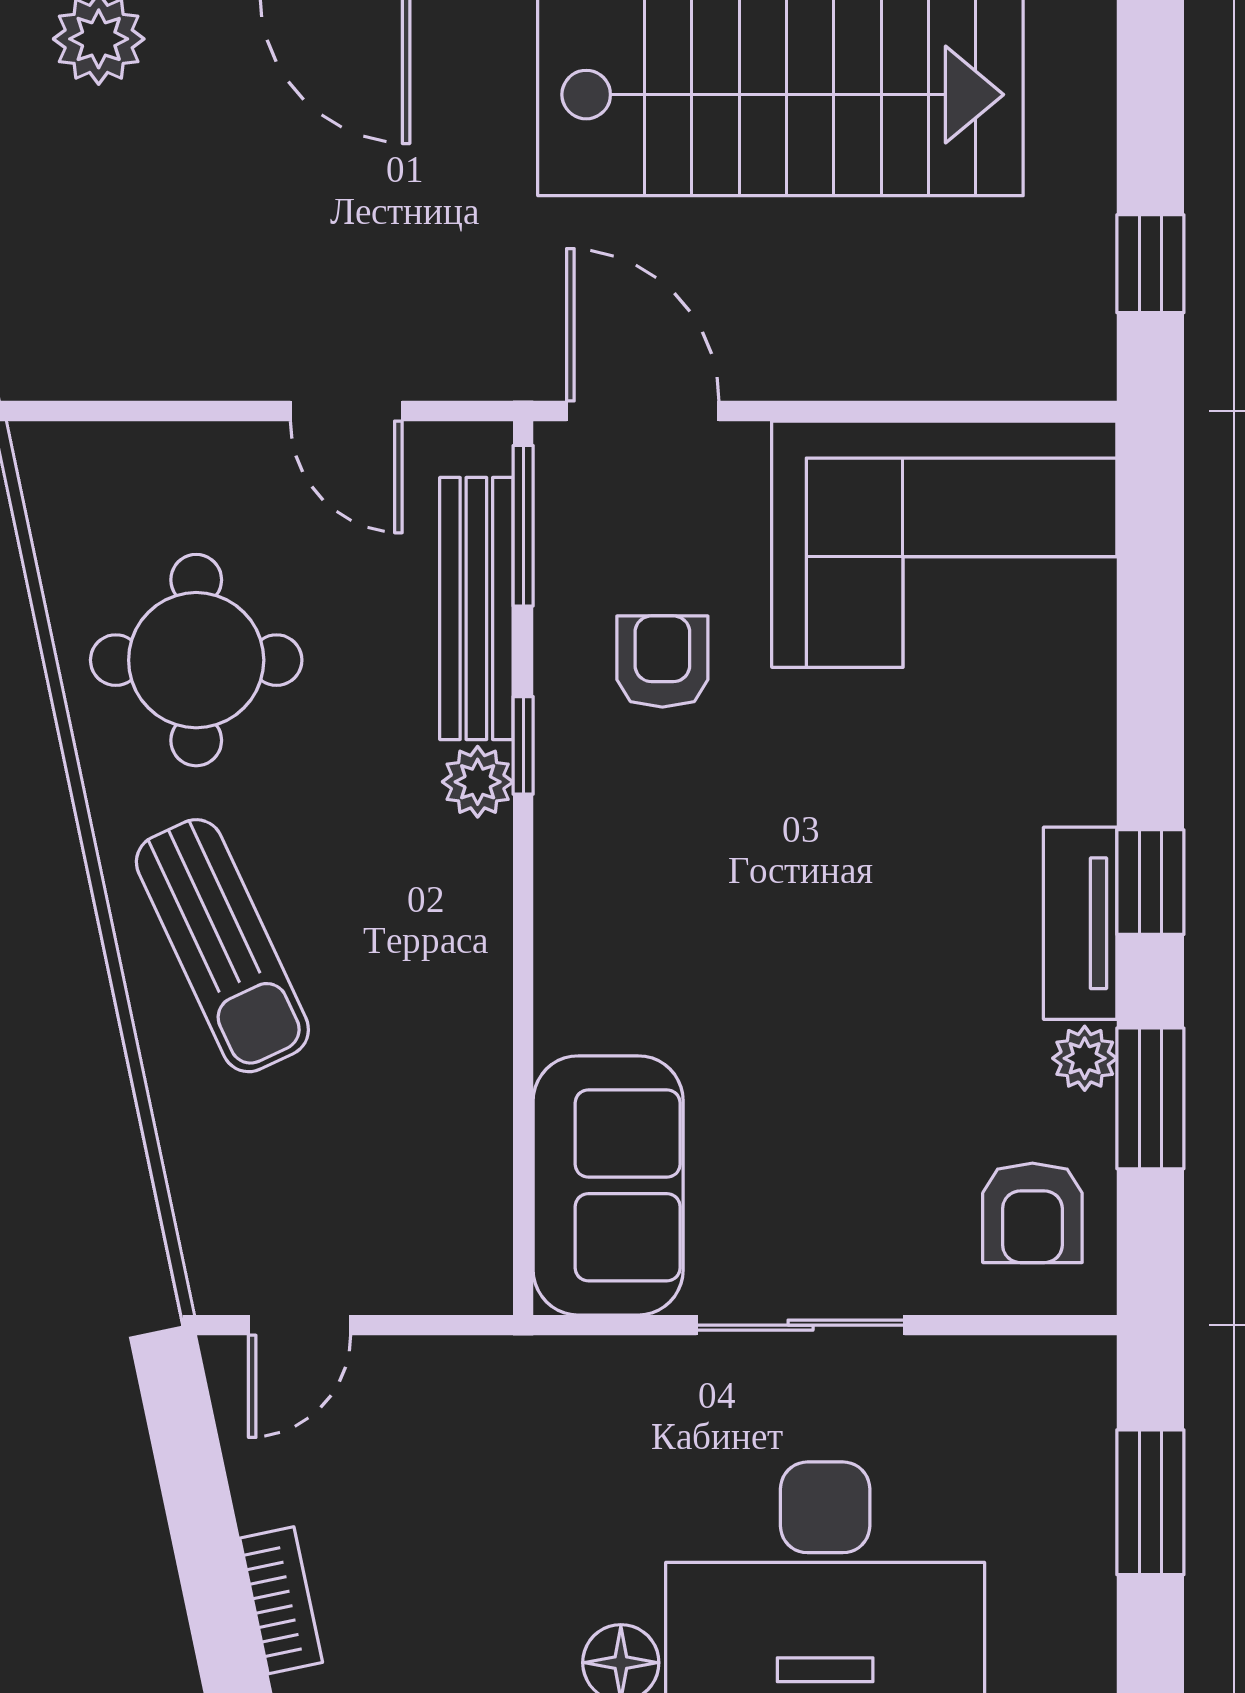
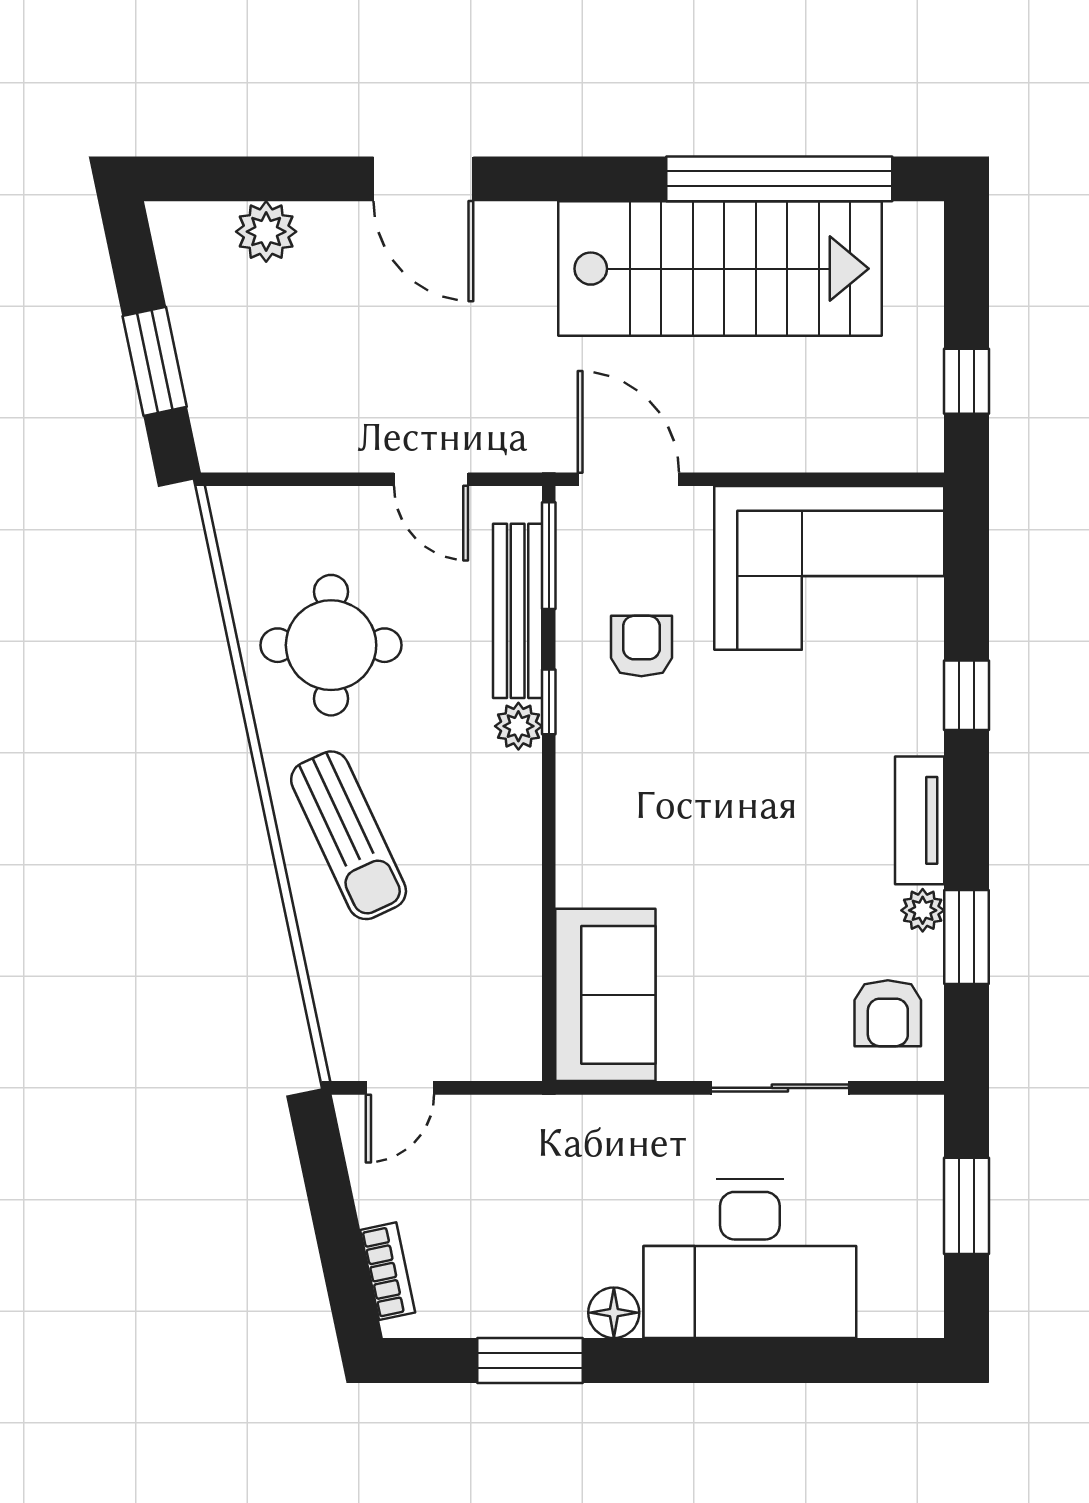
window: (1150, 882) -> (966, 695), moved
sliding door: (801, 1325) -> (780, 1088), moved

